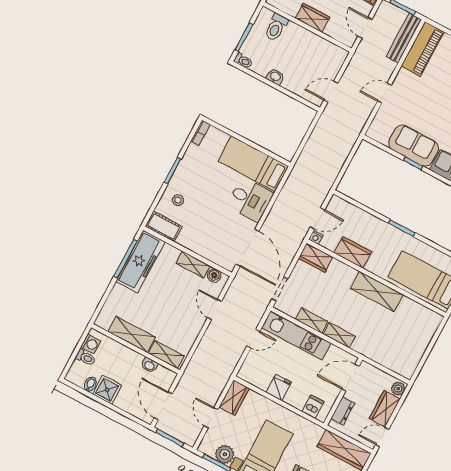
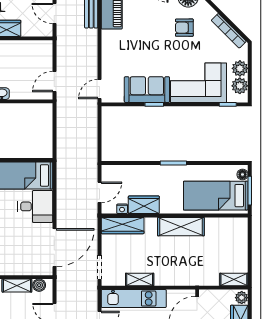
door: (384, 93) -> (100, 89), moved
nightstand: (316, 237) -> (122, 209), moved
door: (247, 248) -> (54, 248), hinge flipped
wardrobe: (316, 258) -> (123, 226), width x1.50
shelving: (339, 335) -> (234, 279), moved

